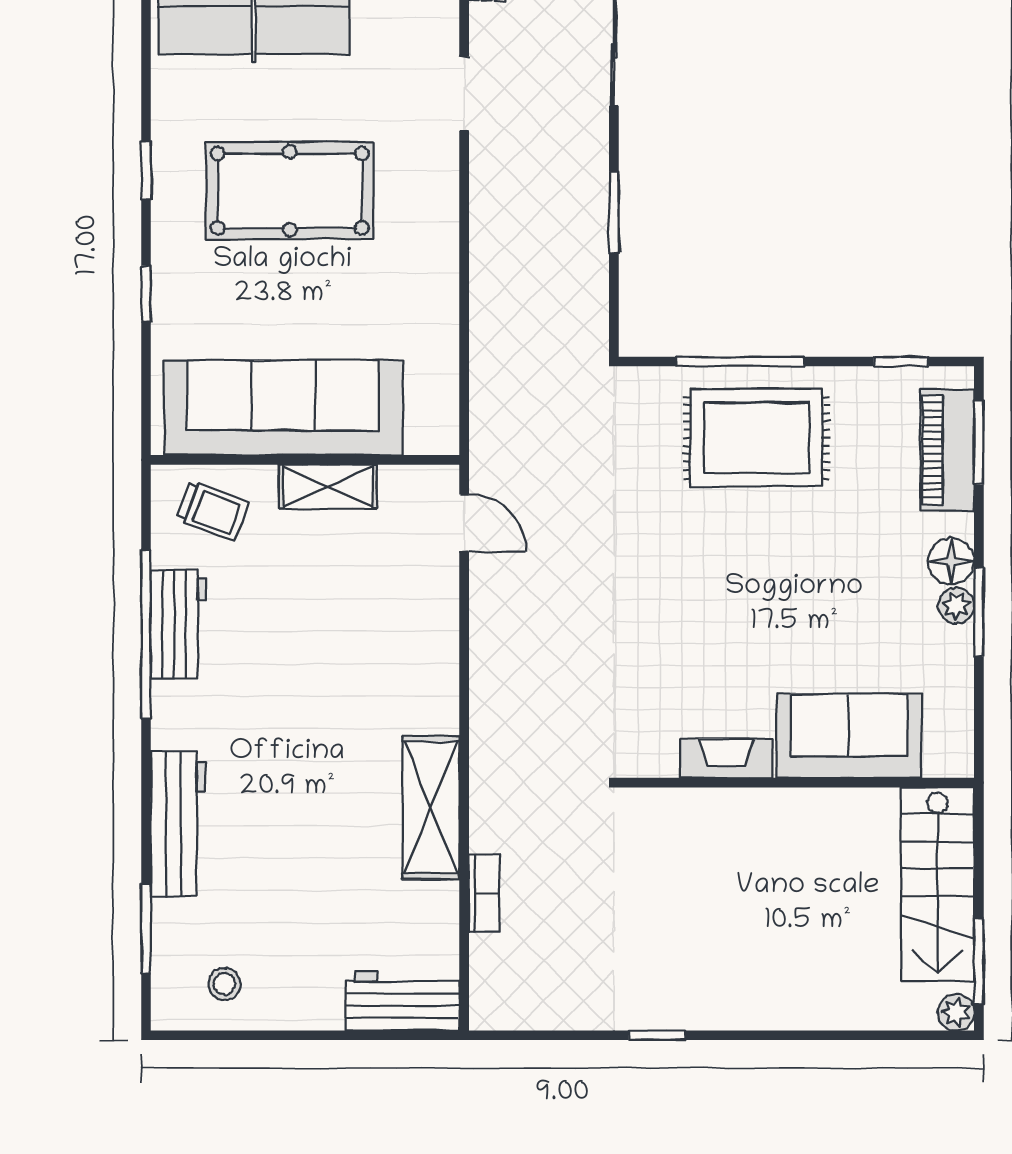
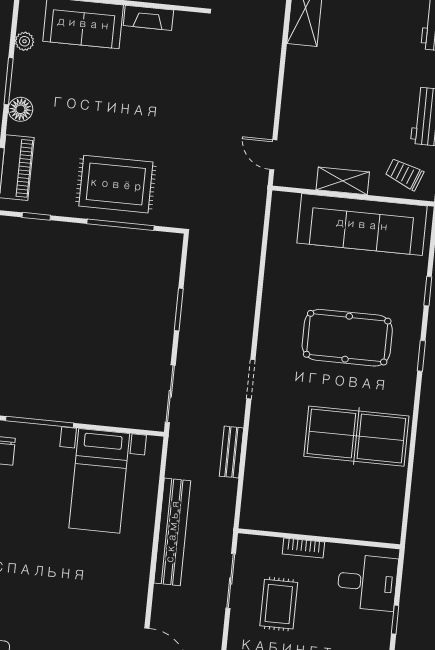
plant: (956, 606) -> (25, 41), moved

